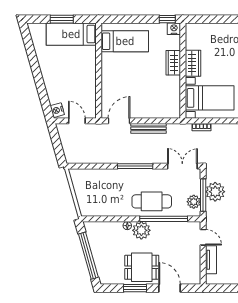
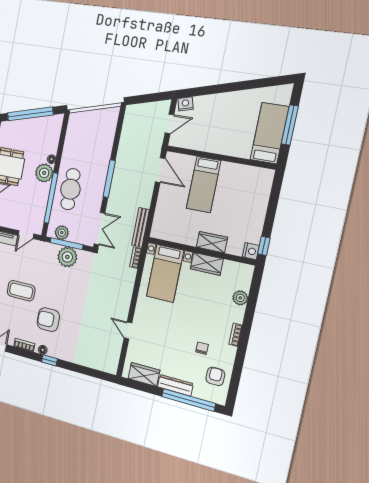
window: (62, 19) -> (290, 125), width x1.44
plant: (216, 29) -> (240, 298), added
bed: (125, 41) -> (204, 185), moved
bench: (149, 128) -> (140, 227), moved

